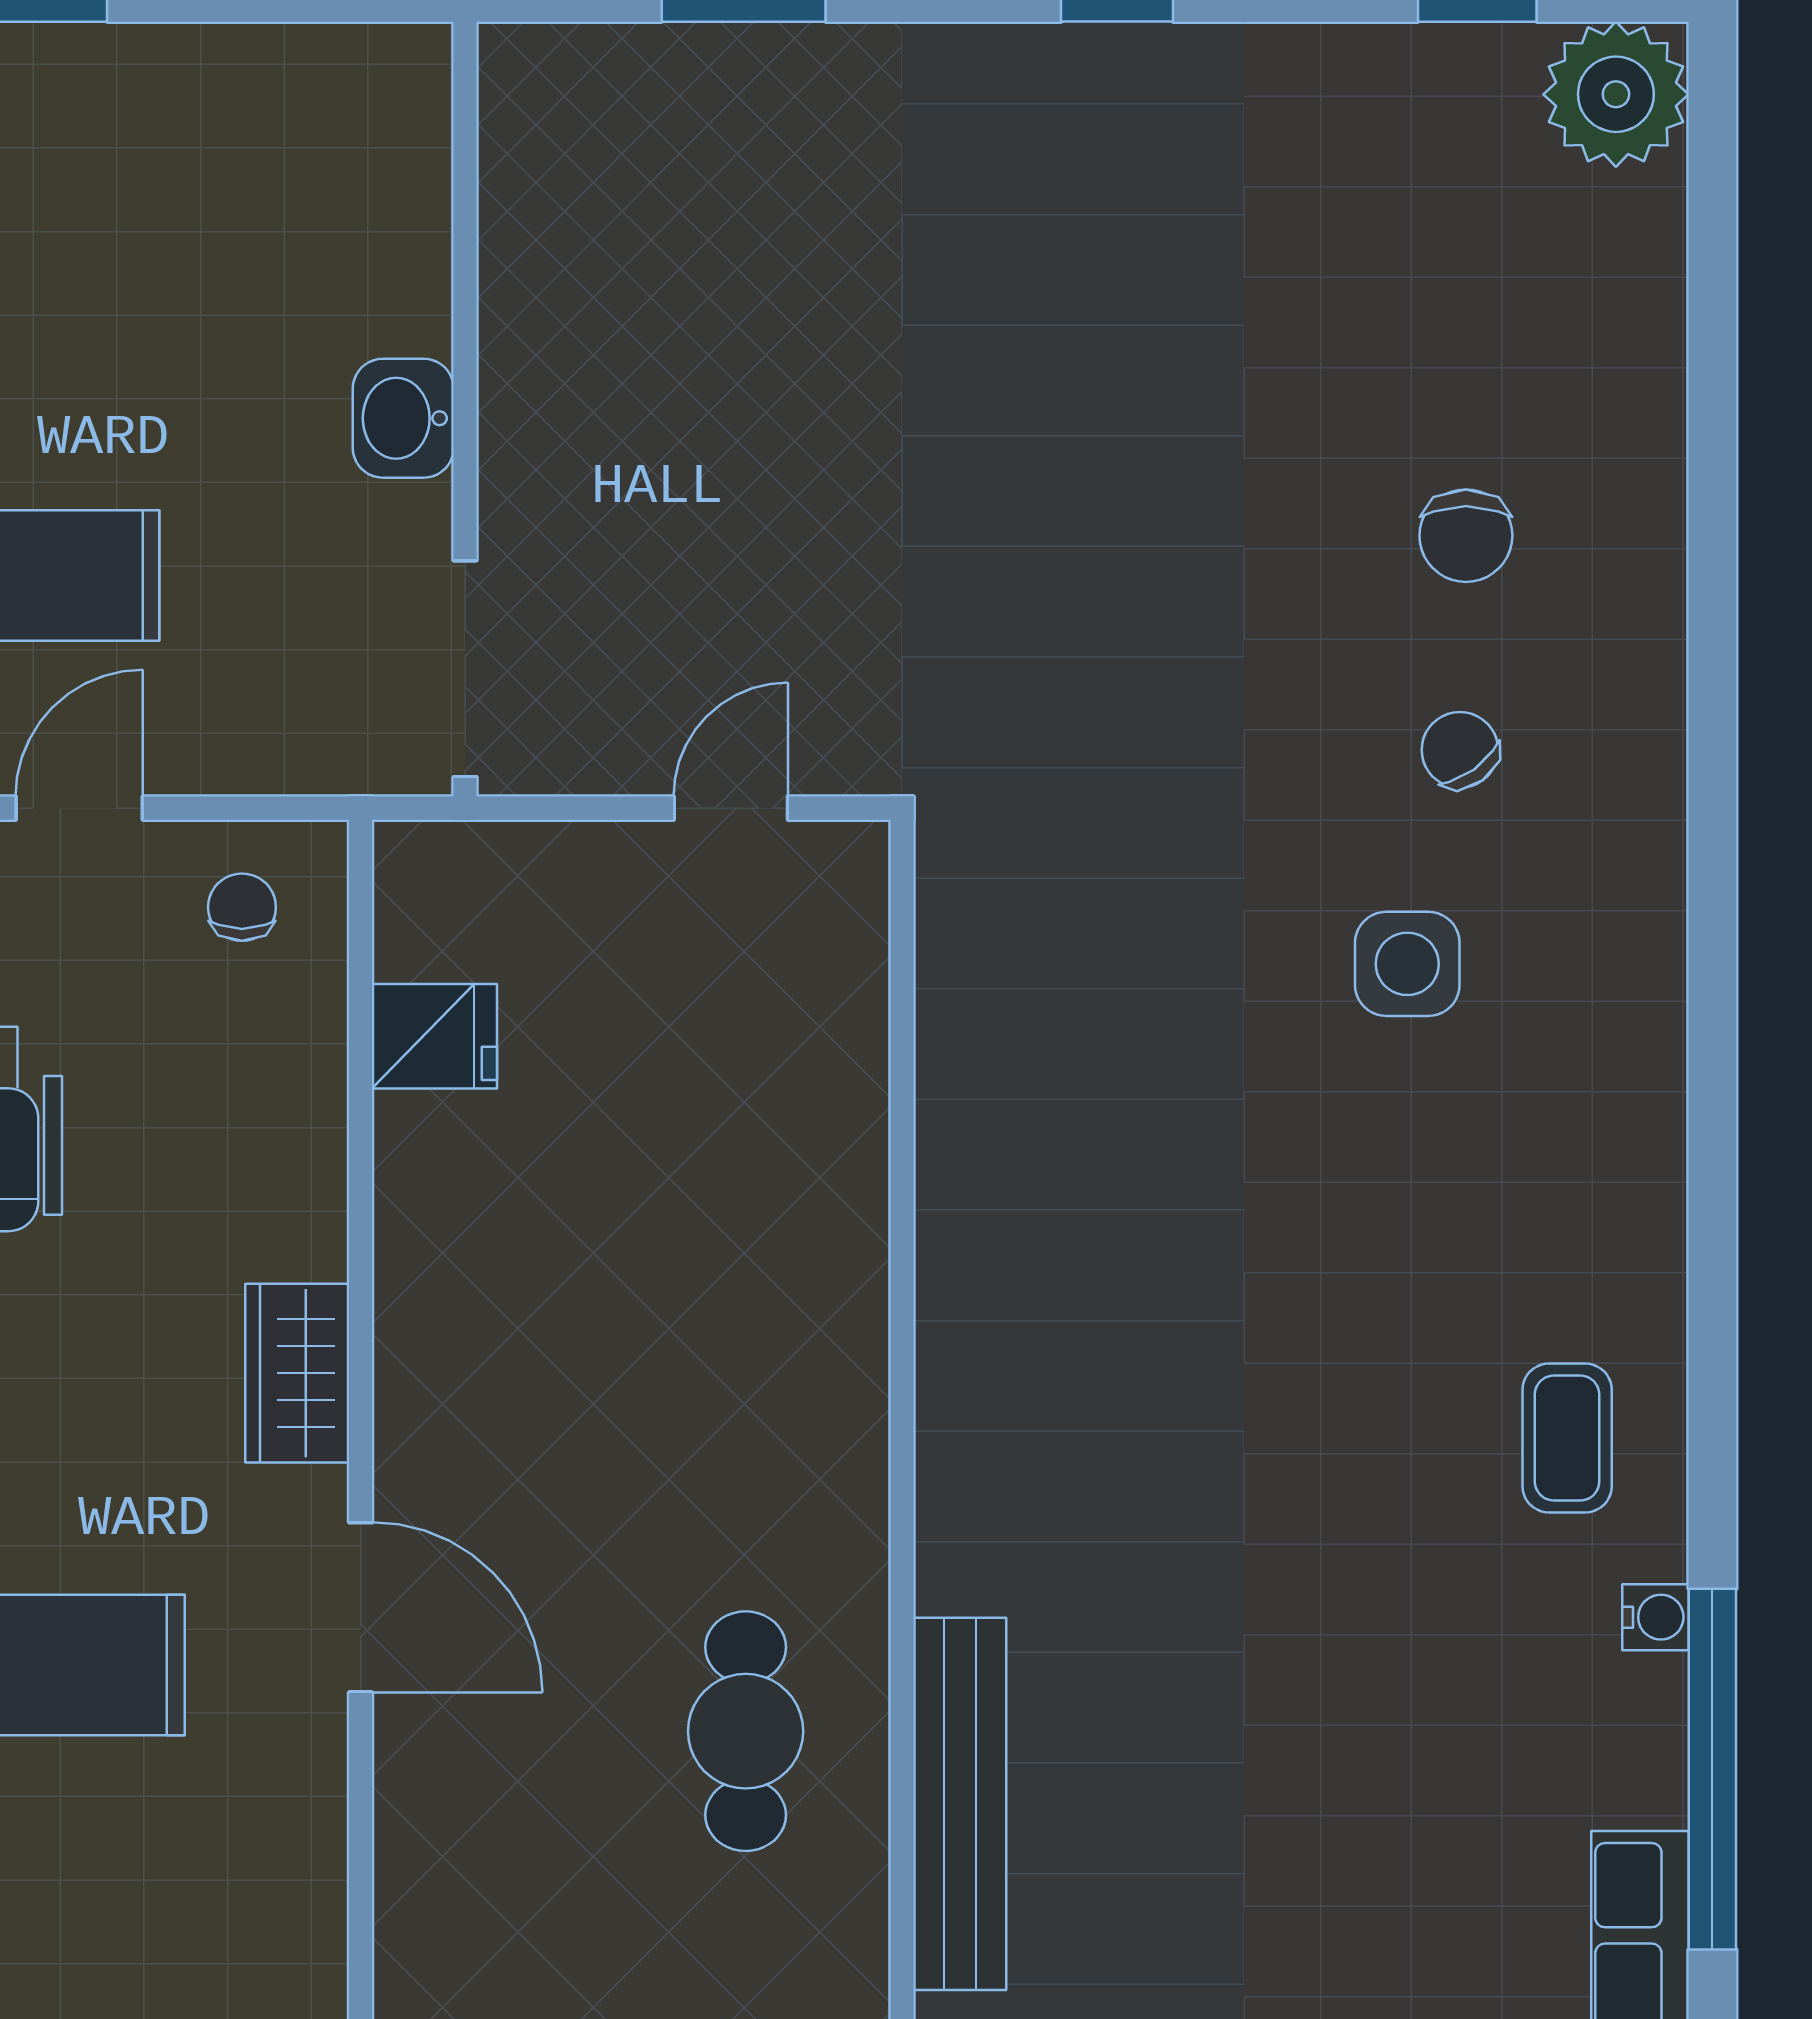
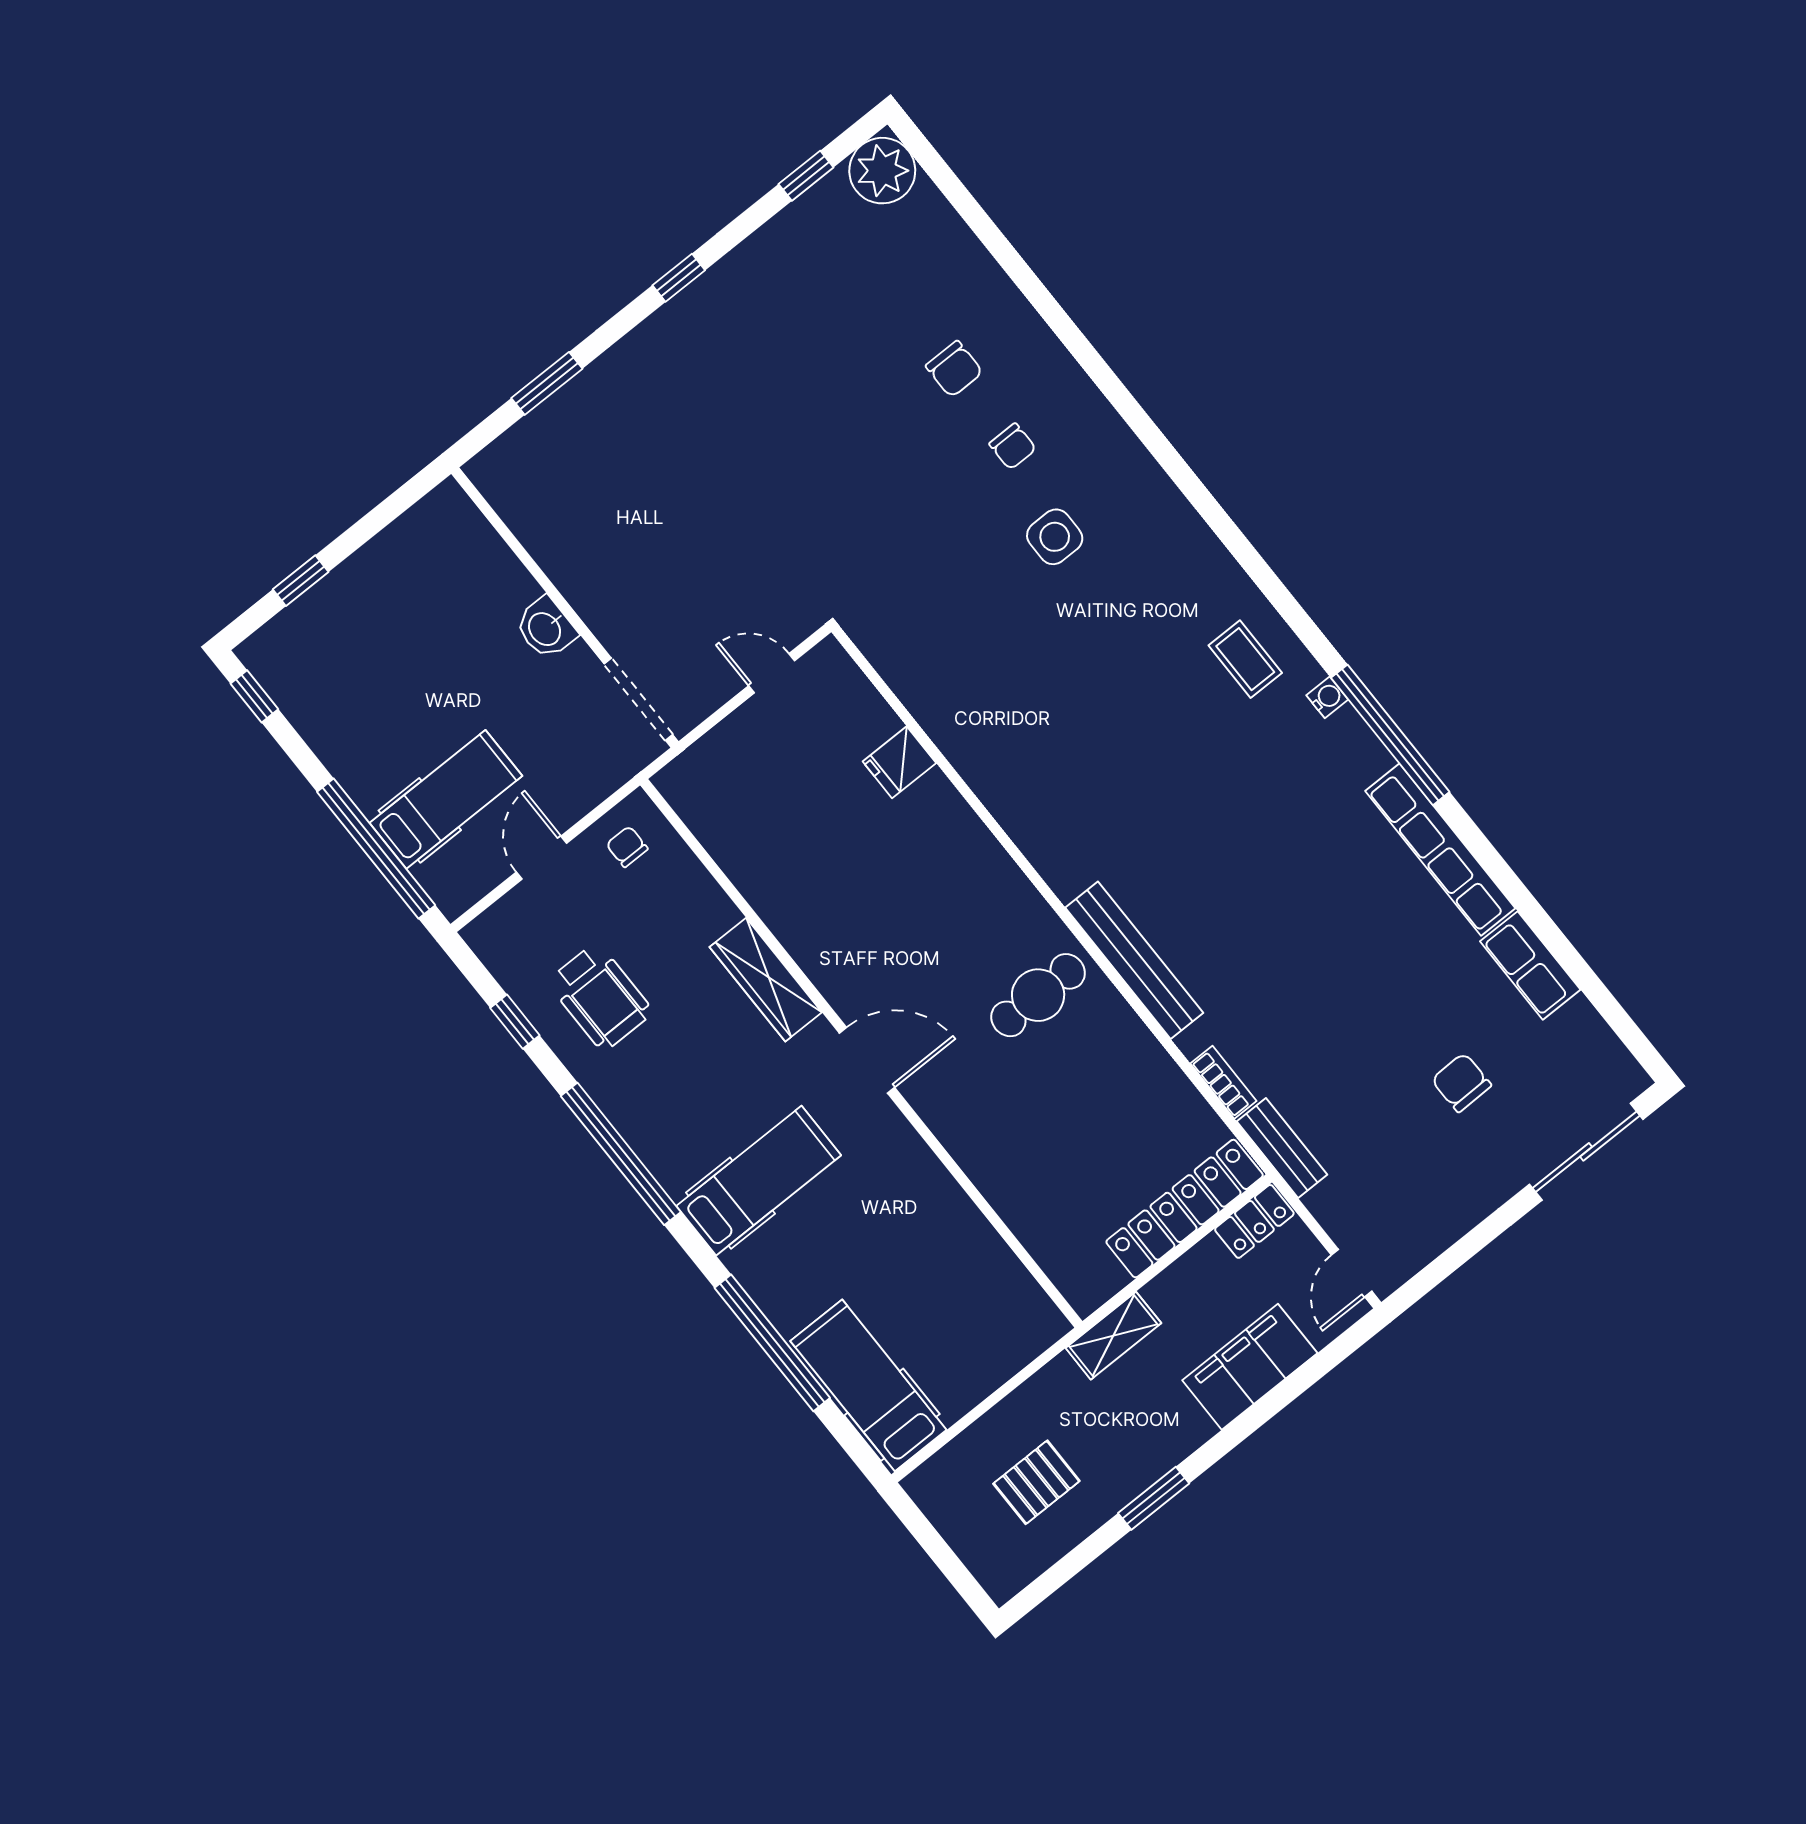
chair: (1460, 750) -> (1013, 446), turned -144
door: (731, 808) -> (772, 673), hinge flipped
fridge: (434, 1036) -> (899, 762), moved, turned 180
wardrobe: (297, 1373) -> (766, 980), width x1.50
cafe table: (746, 1731) -> (1038, 995), turned 90

